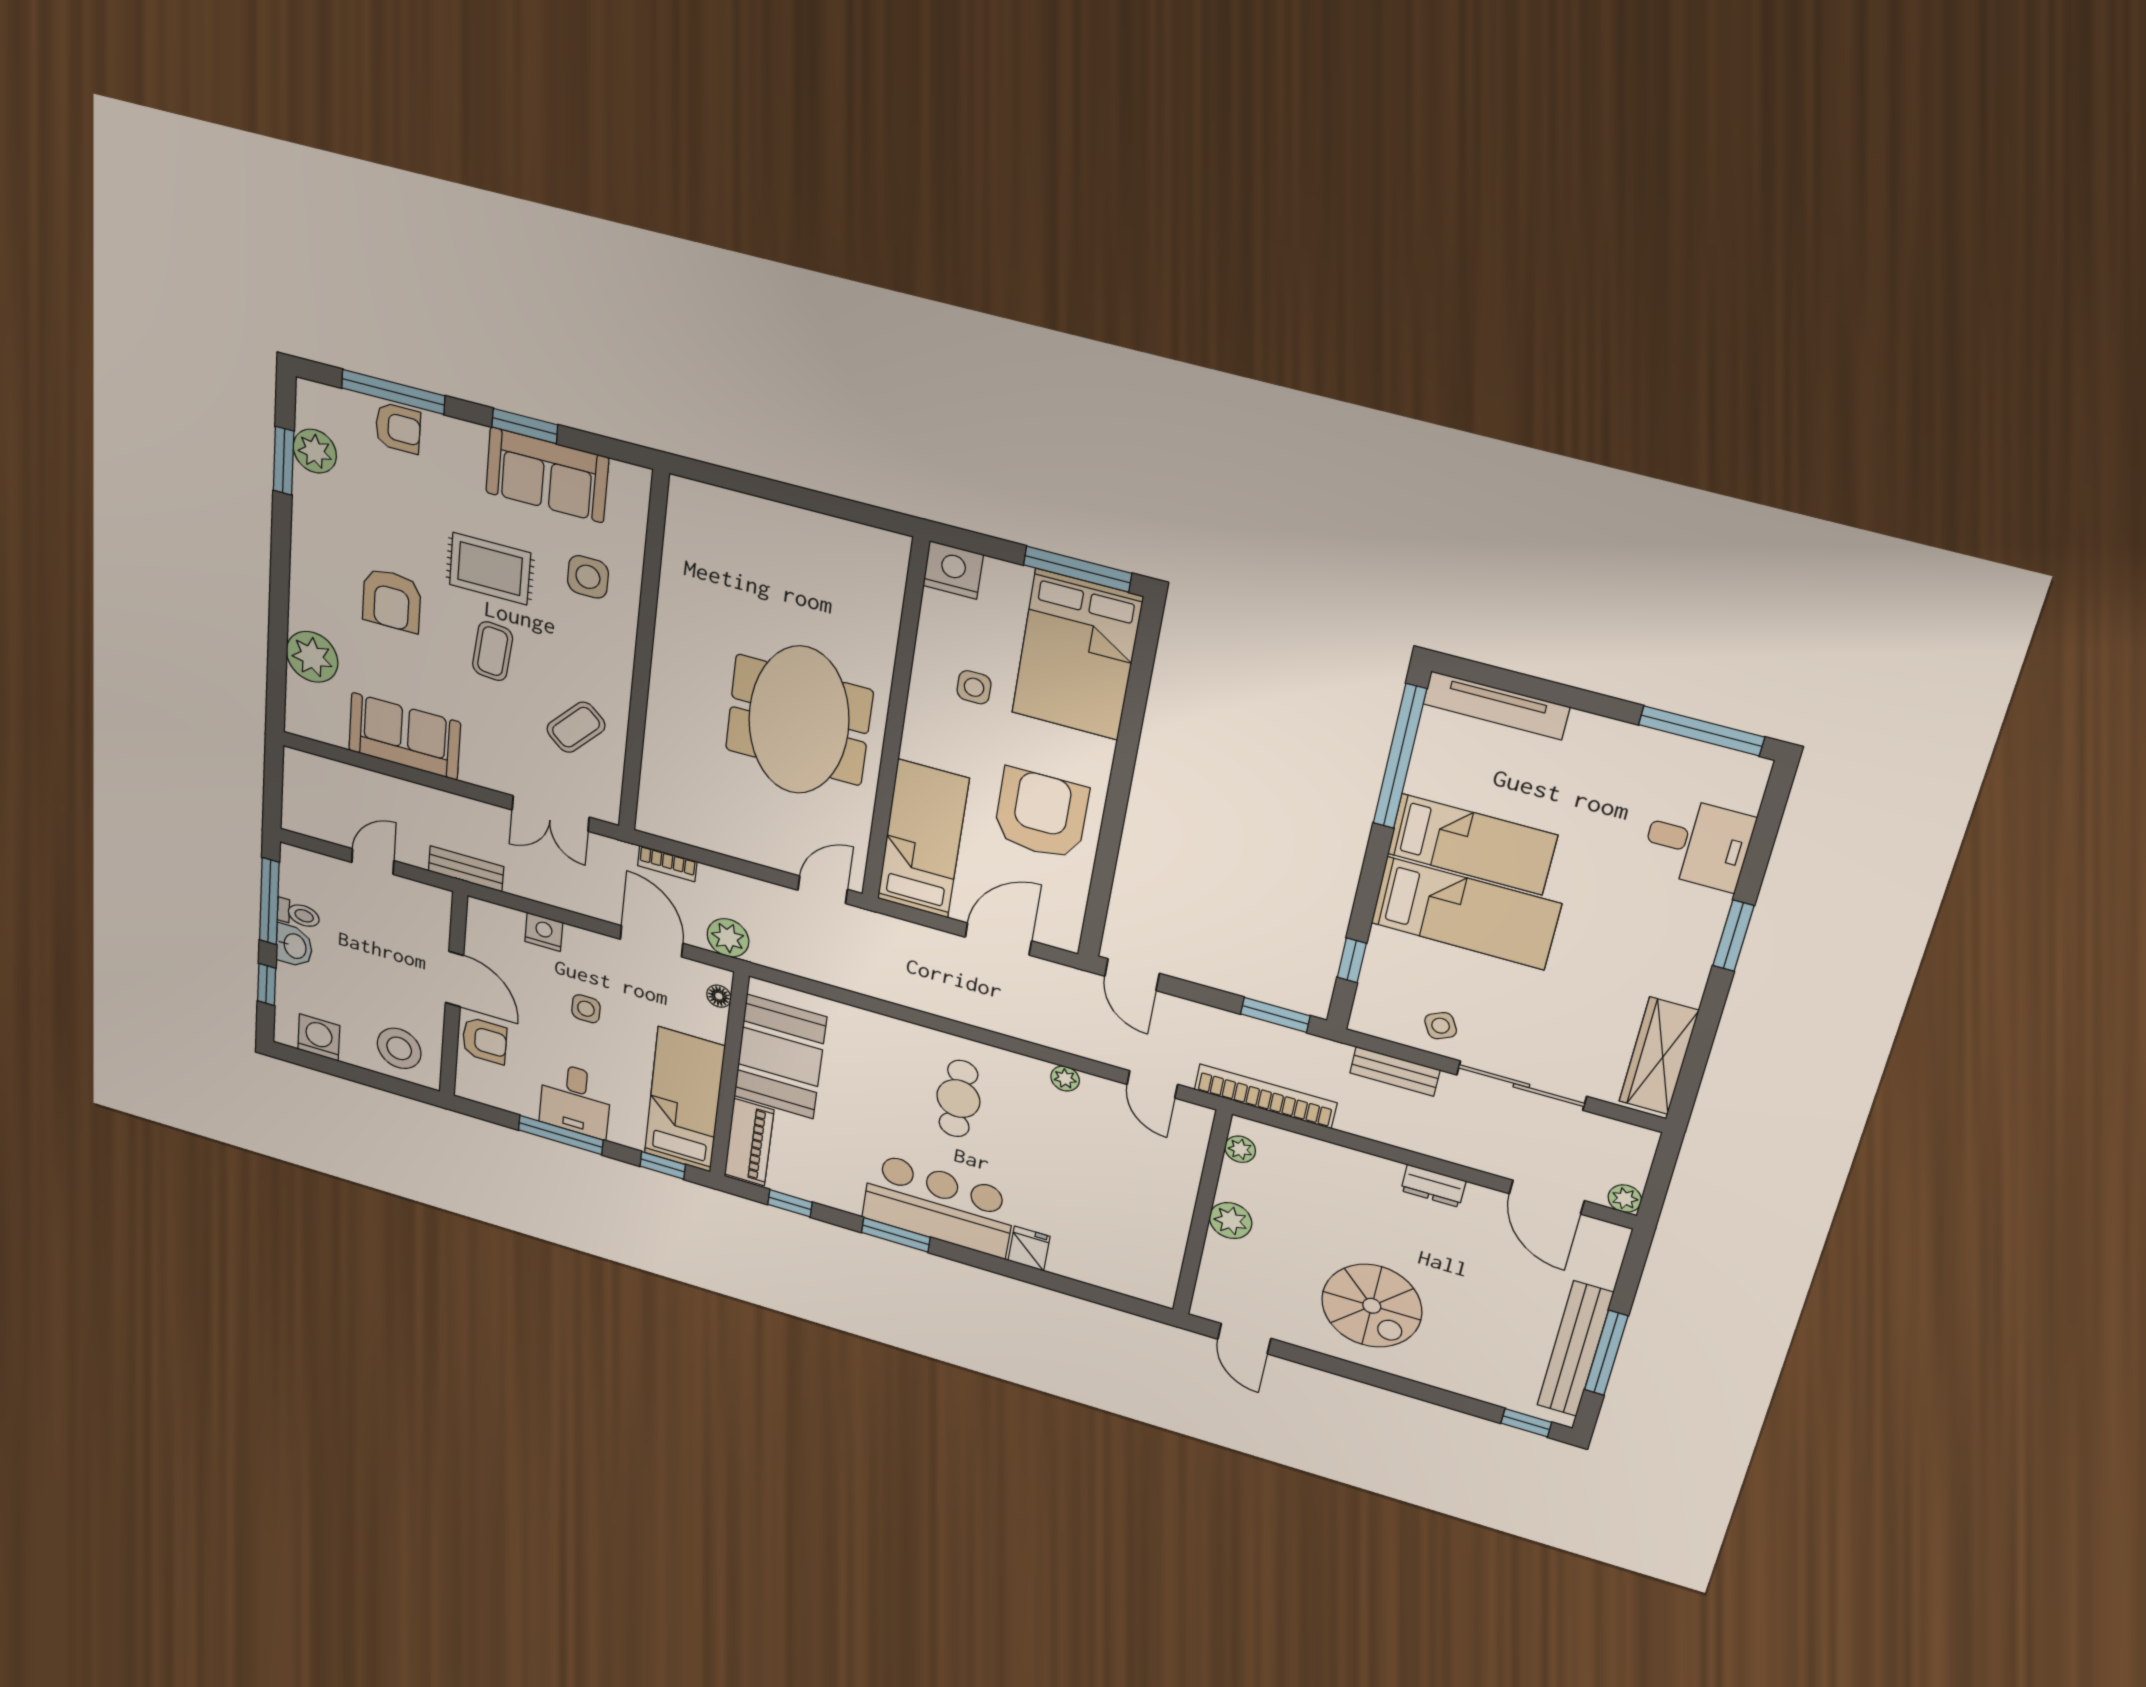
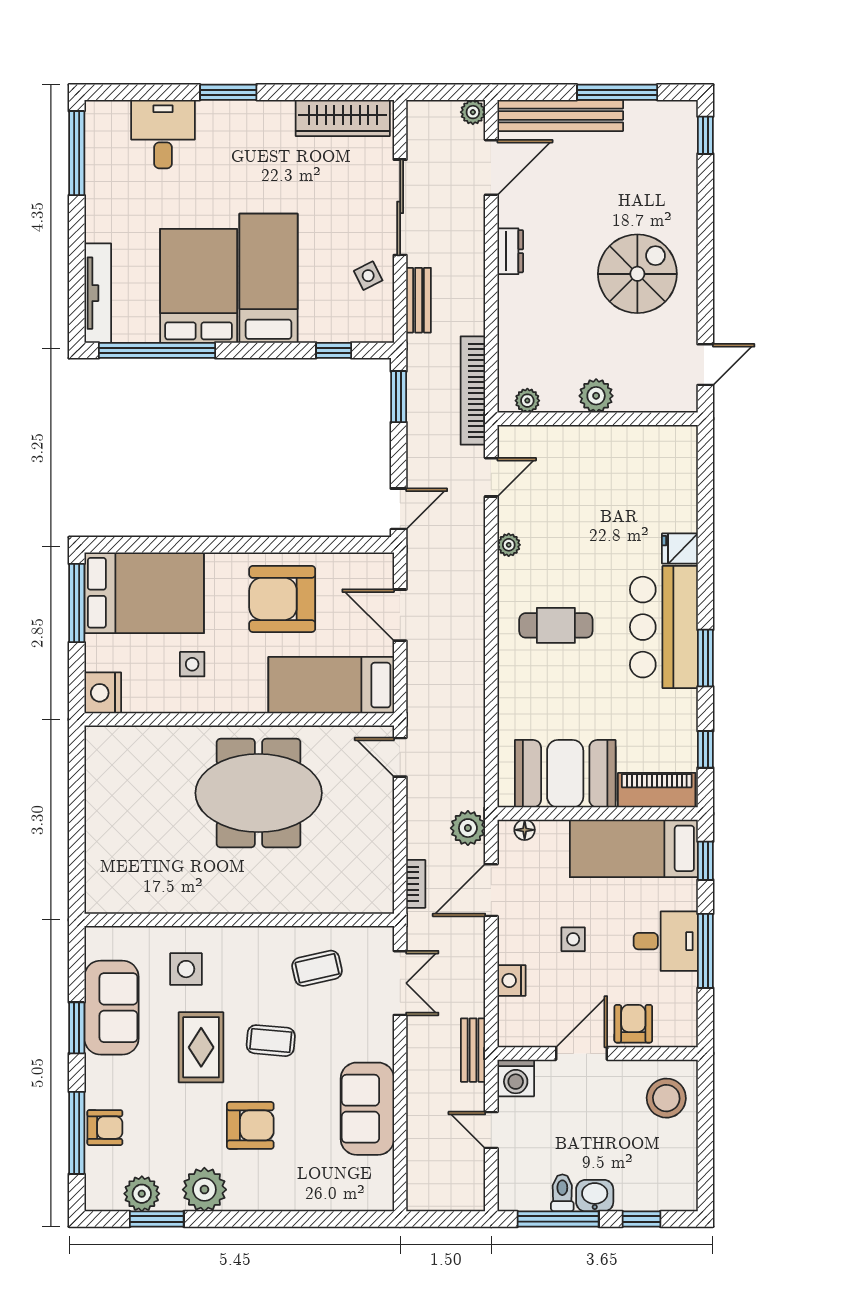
armchair: (398, 428) -> (105, 1128), turned 90
plant: (312, 657) -> (204, 1190), moved
coffee table: (576, 727) -> (317, 968), turned -55
bed: (1472, 844) -> (199, 286), width x1.50
washing machine: (319, 1038) -> (516, 1078), moved, turned -90
bench: (1575, 1349) -> (560, 115), moved

